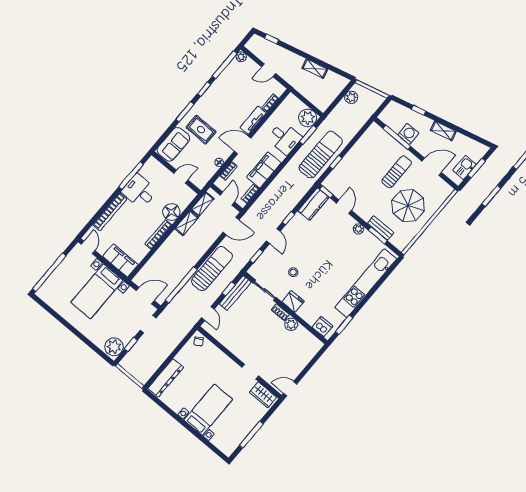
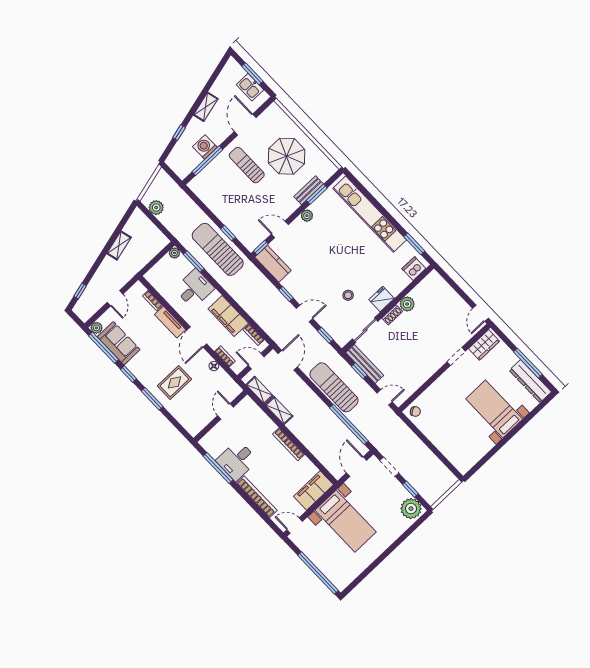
plant: (308, 118) -> (174, 253), width x0.53, depth x0.53
sofa: (173, 144) -> (119, 343), moved
floor lamp: (171, 212) -> (265, 426), removed
dresser: (166, 378) -> (530, 381), moved, turned 180

